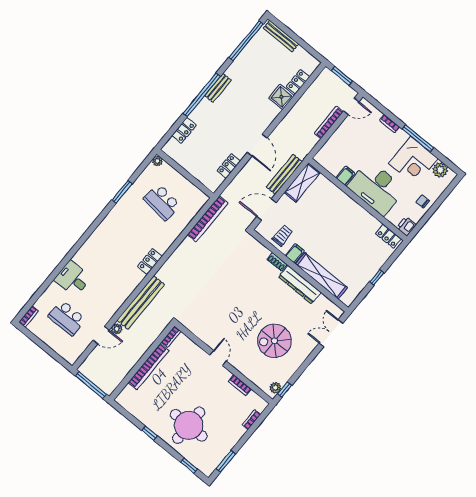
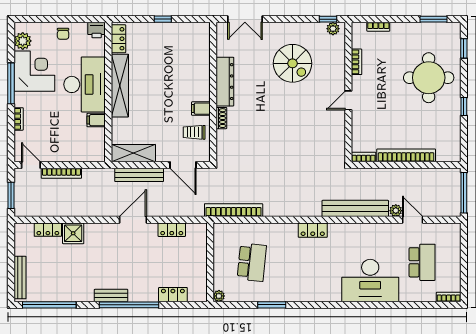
shelving: (321, 276) -> (120, 86), moved
desk: (73, 279) -> (370, 280), width x1.87, depth x1.30

